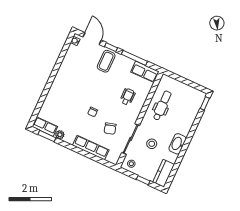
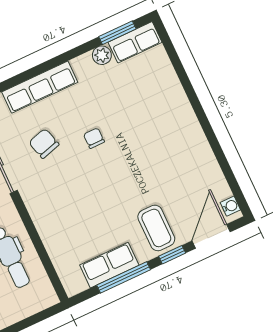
door: (92, 39) -> (211, 236), swing flipped
row of seats: (145, 72) -> (109, 265), moved
wheelchair: (128, 97) -> (71, 214), removed

